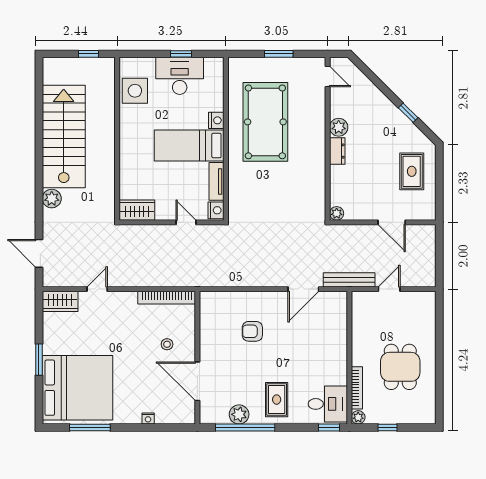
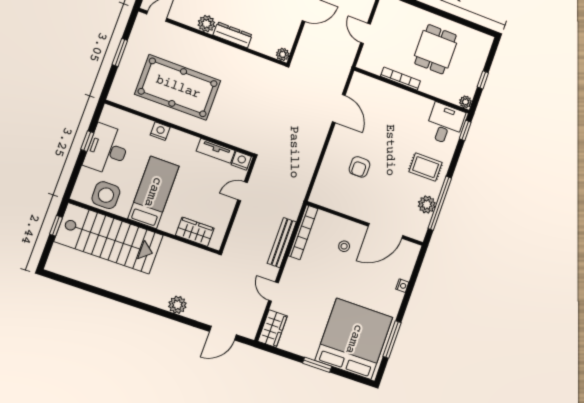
stairs: (64, 136) -> (109, 238), moved, turned 180
bed: (189, 145) -> (153, 192), moved, turned 180
dresser: (337, 151) -> (233, 35), width x1.44
wardrobe: (137, 210) -> (195, 232), moved, turned 90
bench: (349, 280) -> (282, 243), moved
dining table: (400, 367) -> (436, 49), turned 90
bookcase: (357, 388) -> (401, 79), moved

